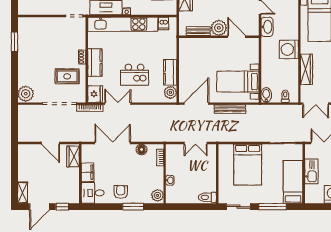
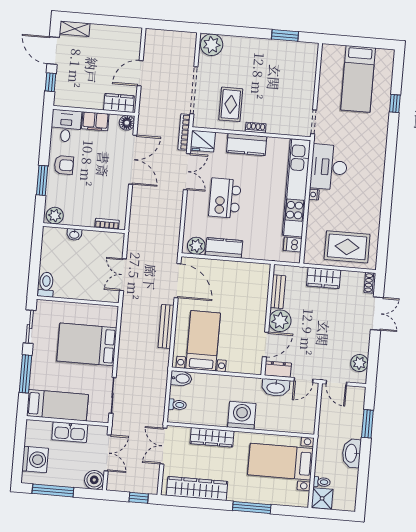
dresser: (254, 26) -> (278, 369), added
floor lamp: (141, 150) -> (127, 123), moved

